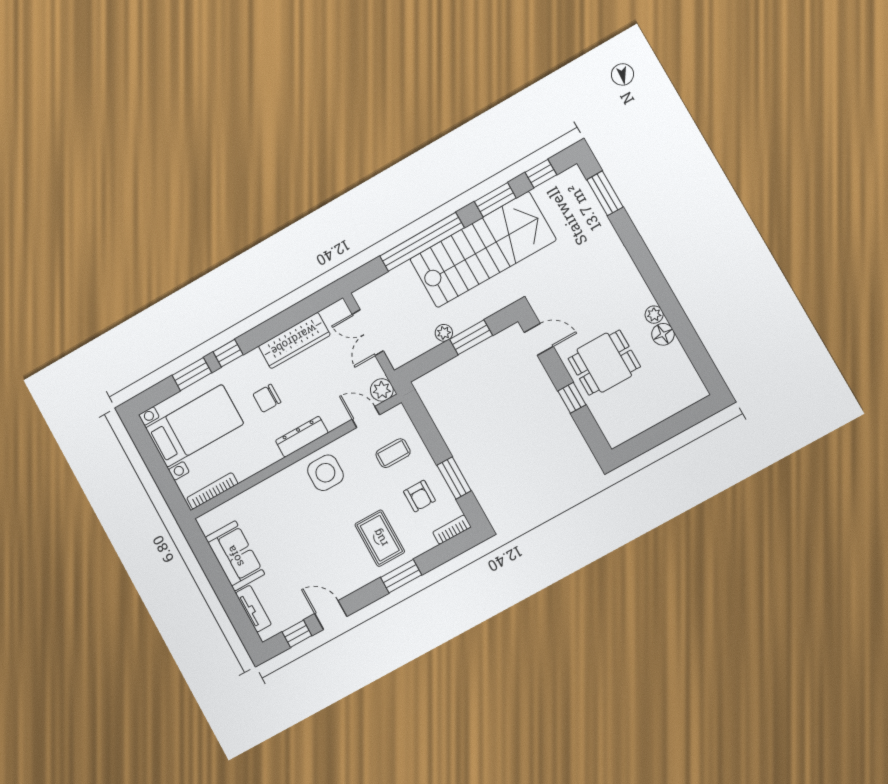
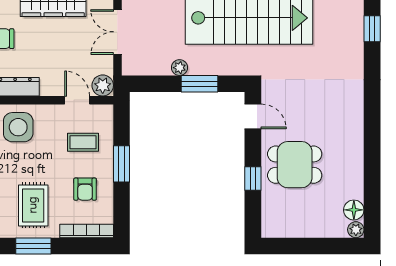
window: (605, 193) -> (372, 29), width x0.67
plant: (654, 315) -> (356, 230), moved
floor lamp: (663, 334) -> (354, 210), moved
window: (454, 478) -> (122, 164), moved
bookcase: (452, 530) -> (87, 231), width x1.56

